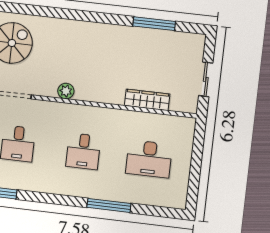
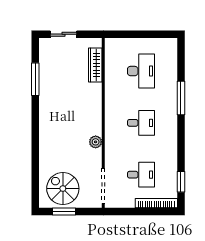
sliding door: (206, 79) -> (63, 34), moved
wardrobe: (147, 100) -> (95, 65), moved

